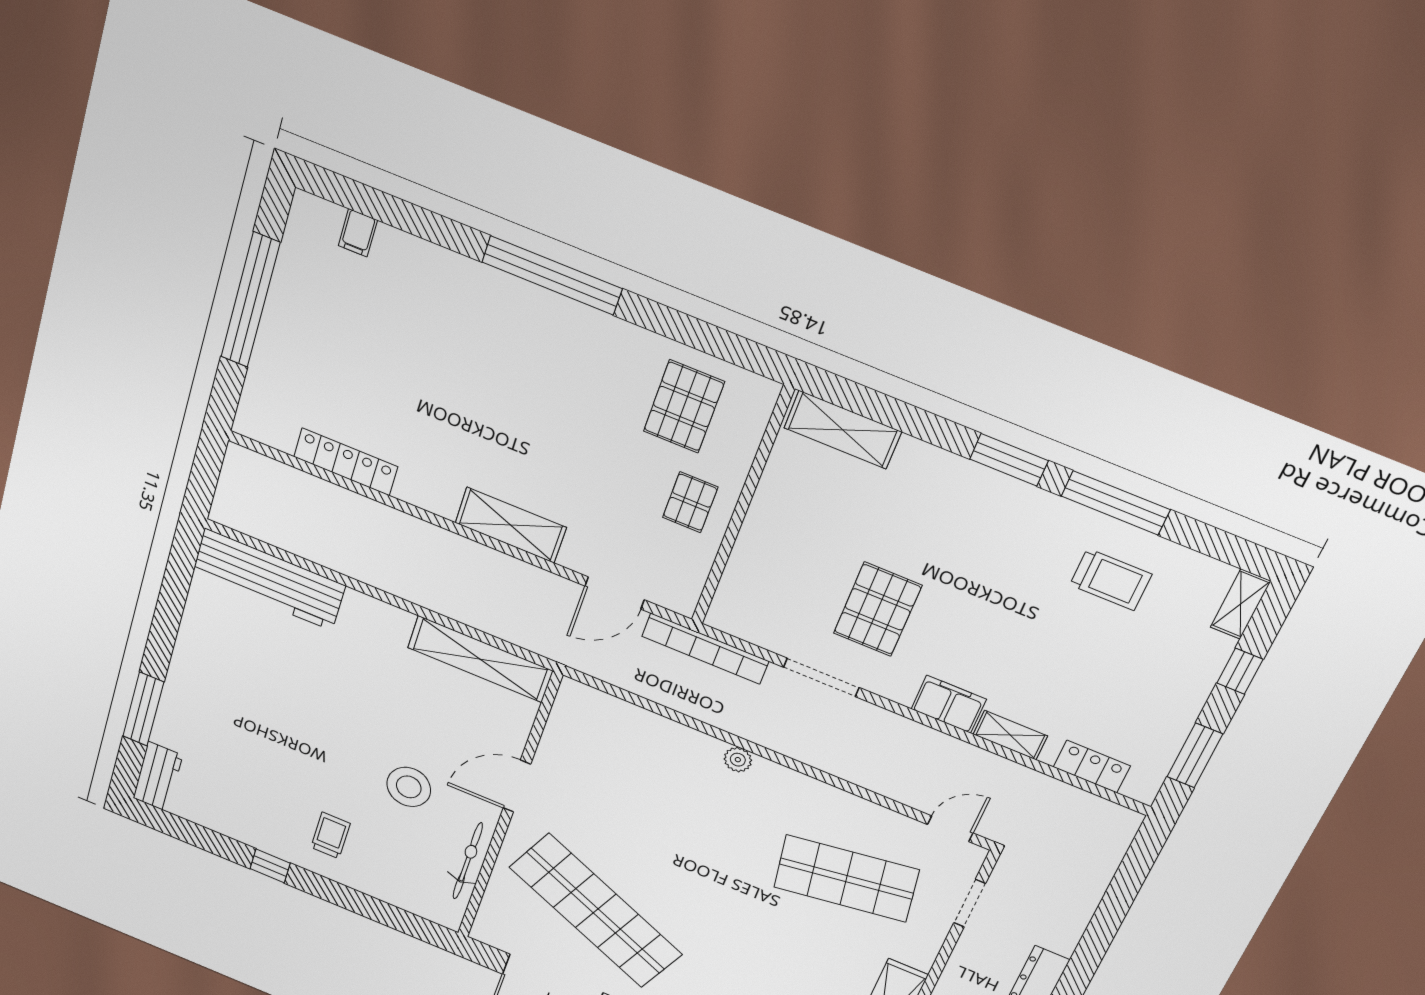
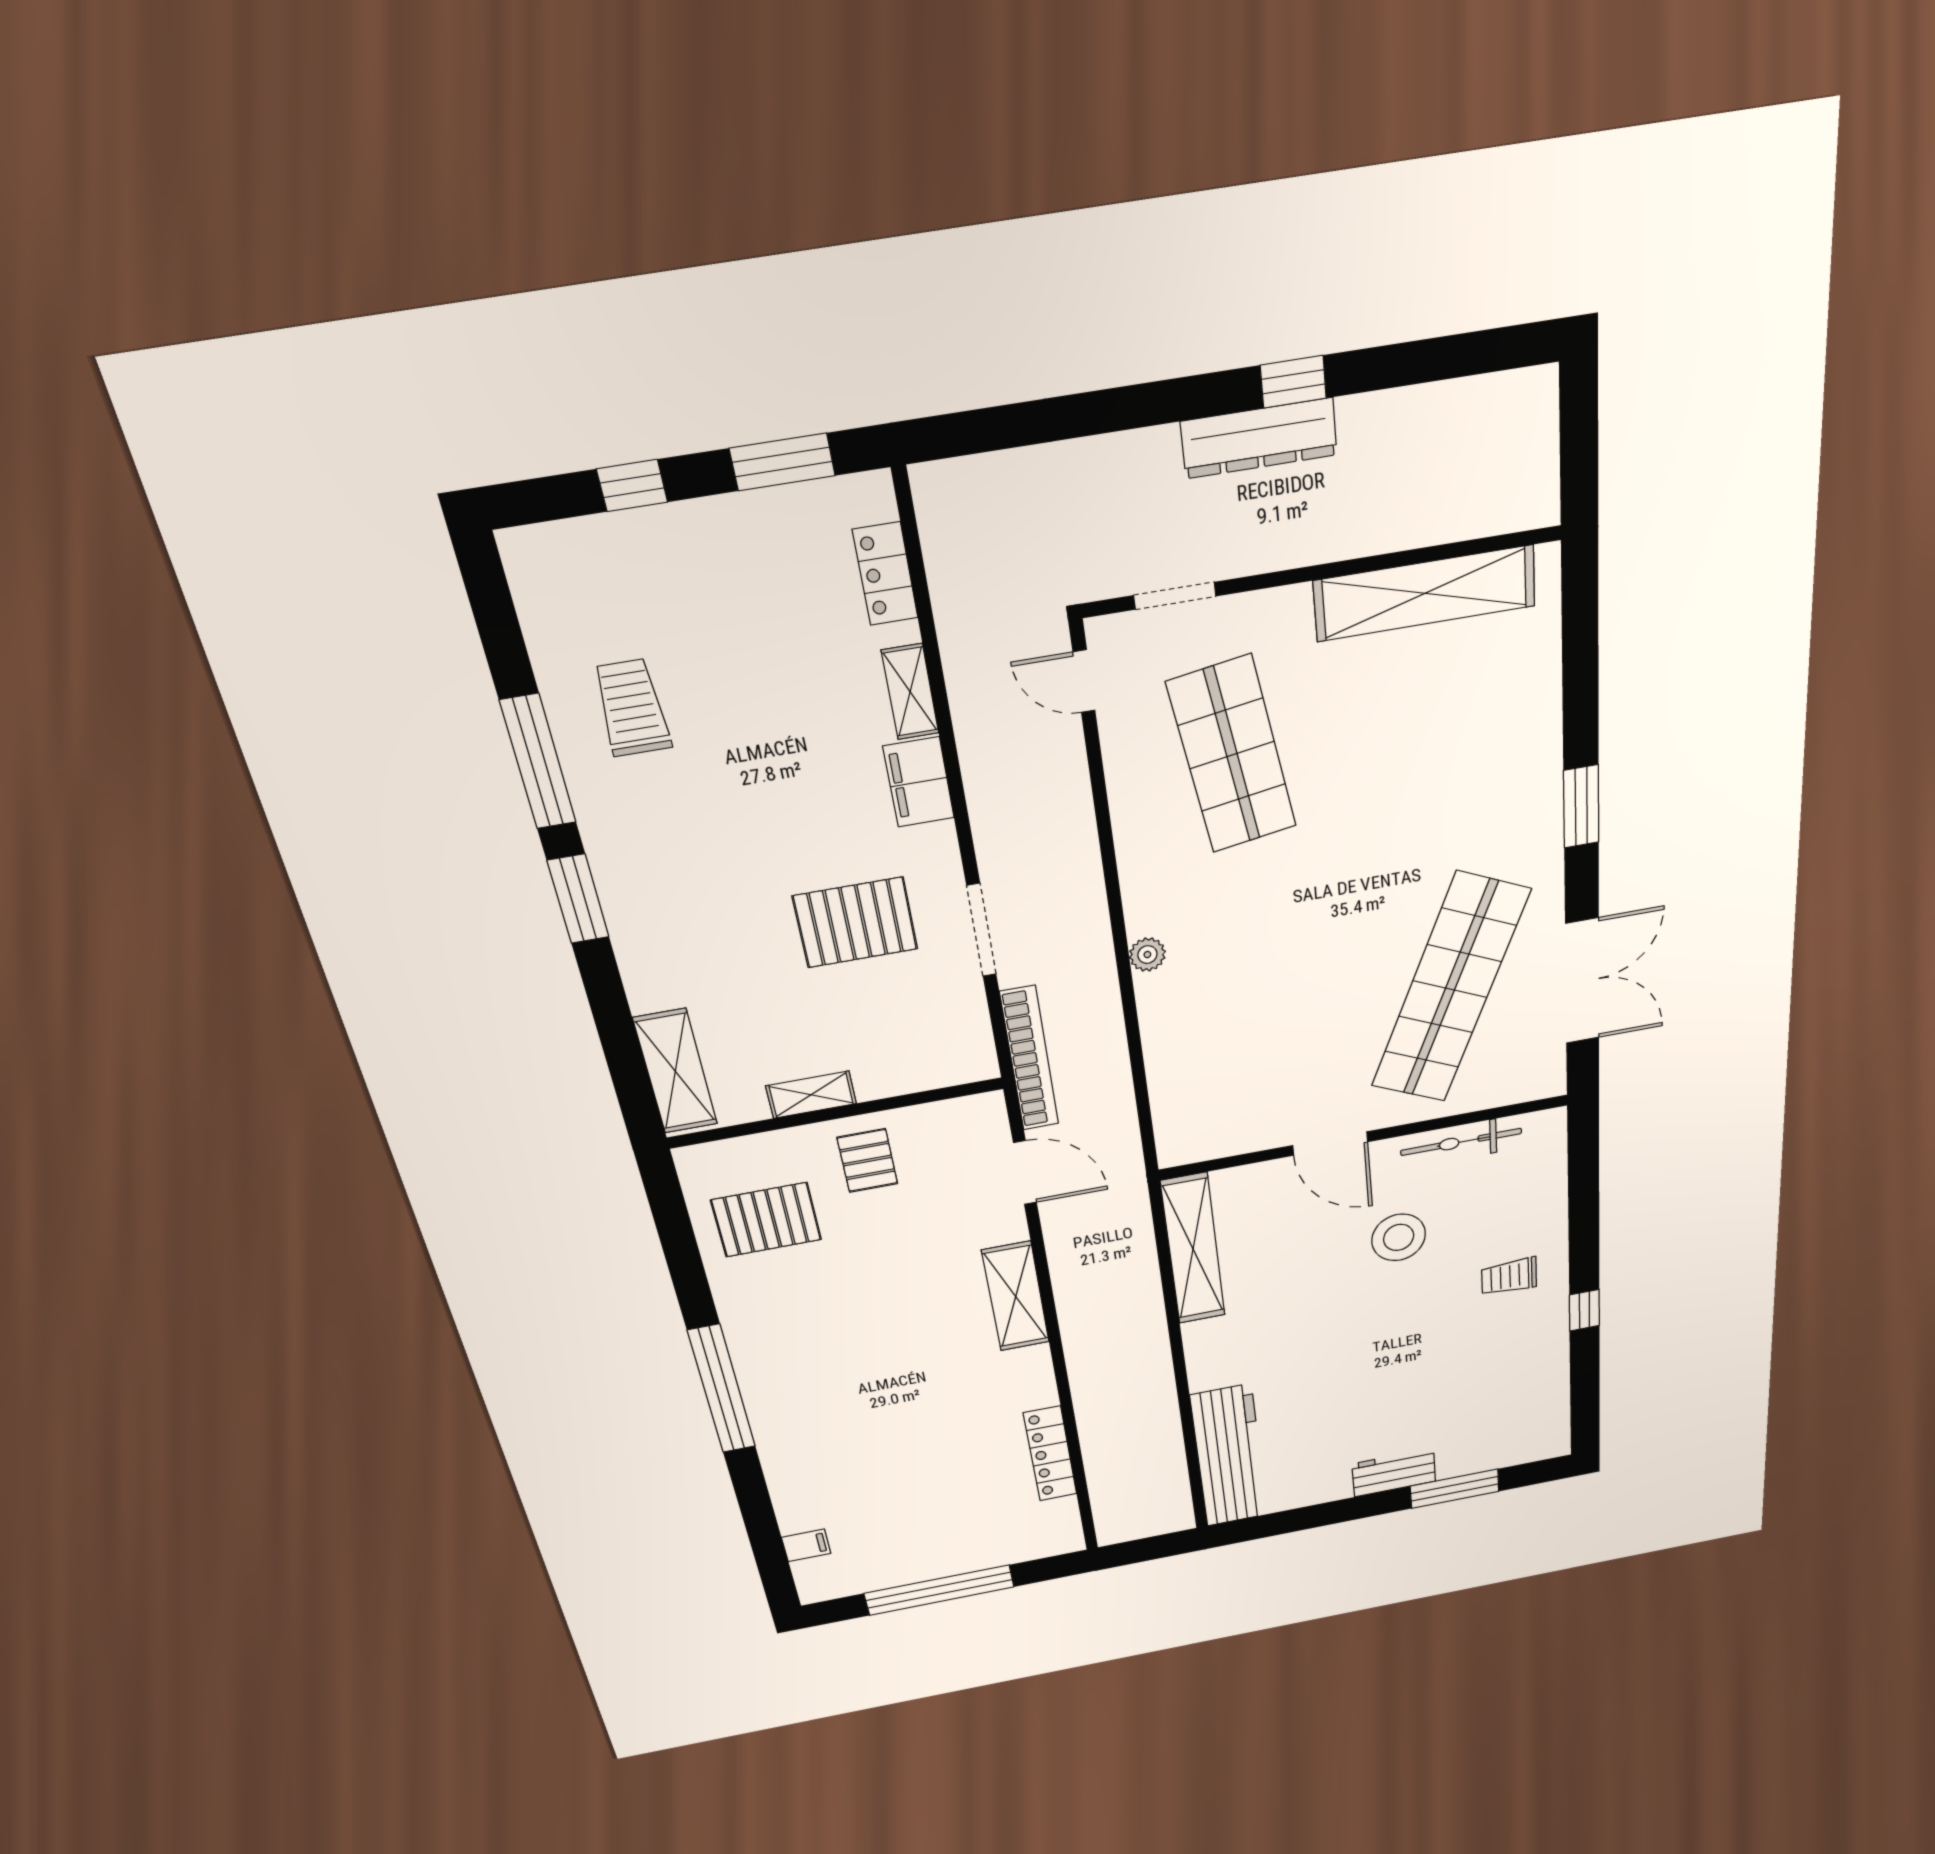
pallet: (690, 502) -> (867, 1161), turned 90
shelving: (1241, 604) -> (811, 1095), moved
workbench: (158, 777) -> (1394, 1473), moved

